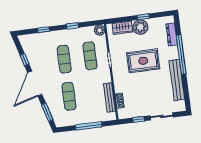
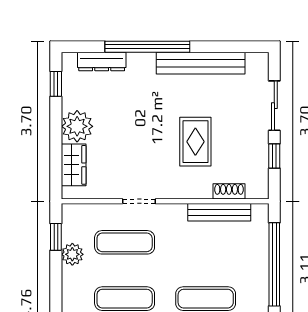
window: (143, 17) -> (56, 84), moved
window: (73, 26) -> (56, 237), moved
plant: (100, 30) -> (72, 254), moved
rug: (143, 61) -> (195, 142), moved, width x0.73, depth x0.70
window: (89, 126) -> (274, 264), width x1.46

